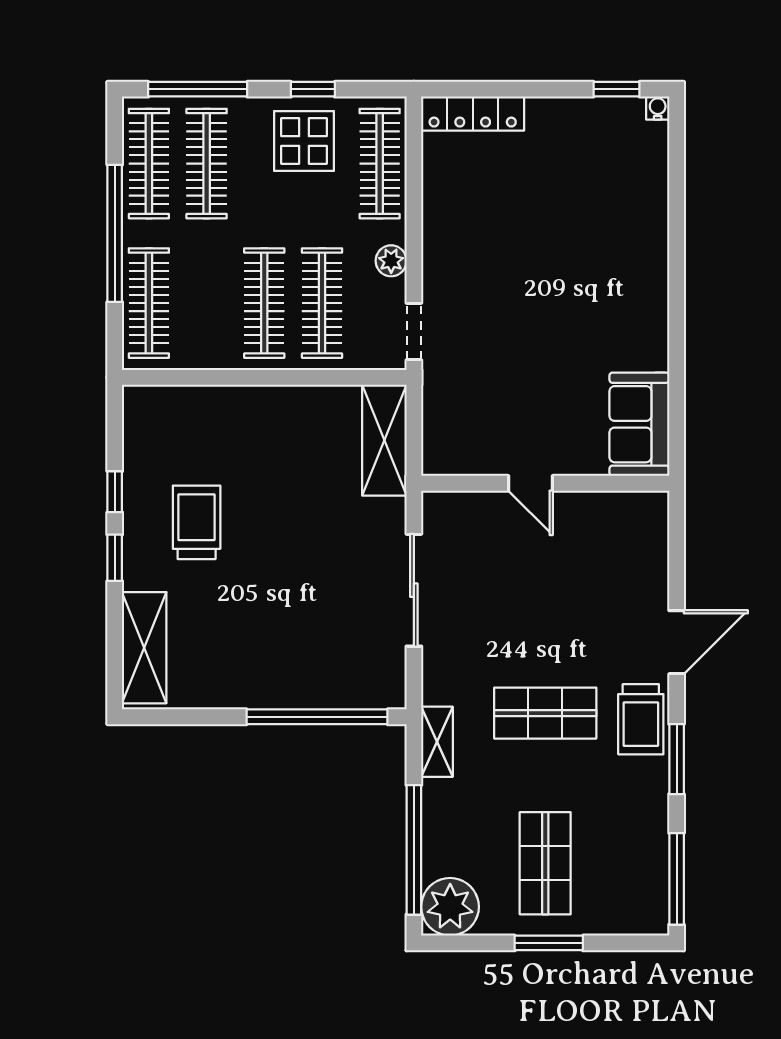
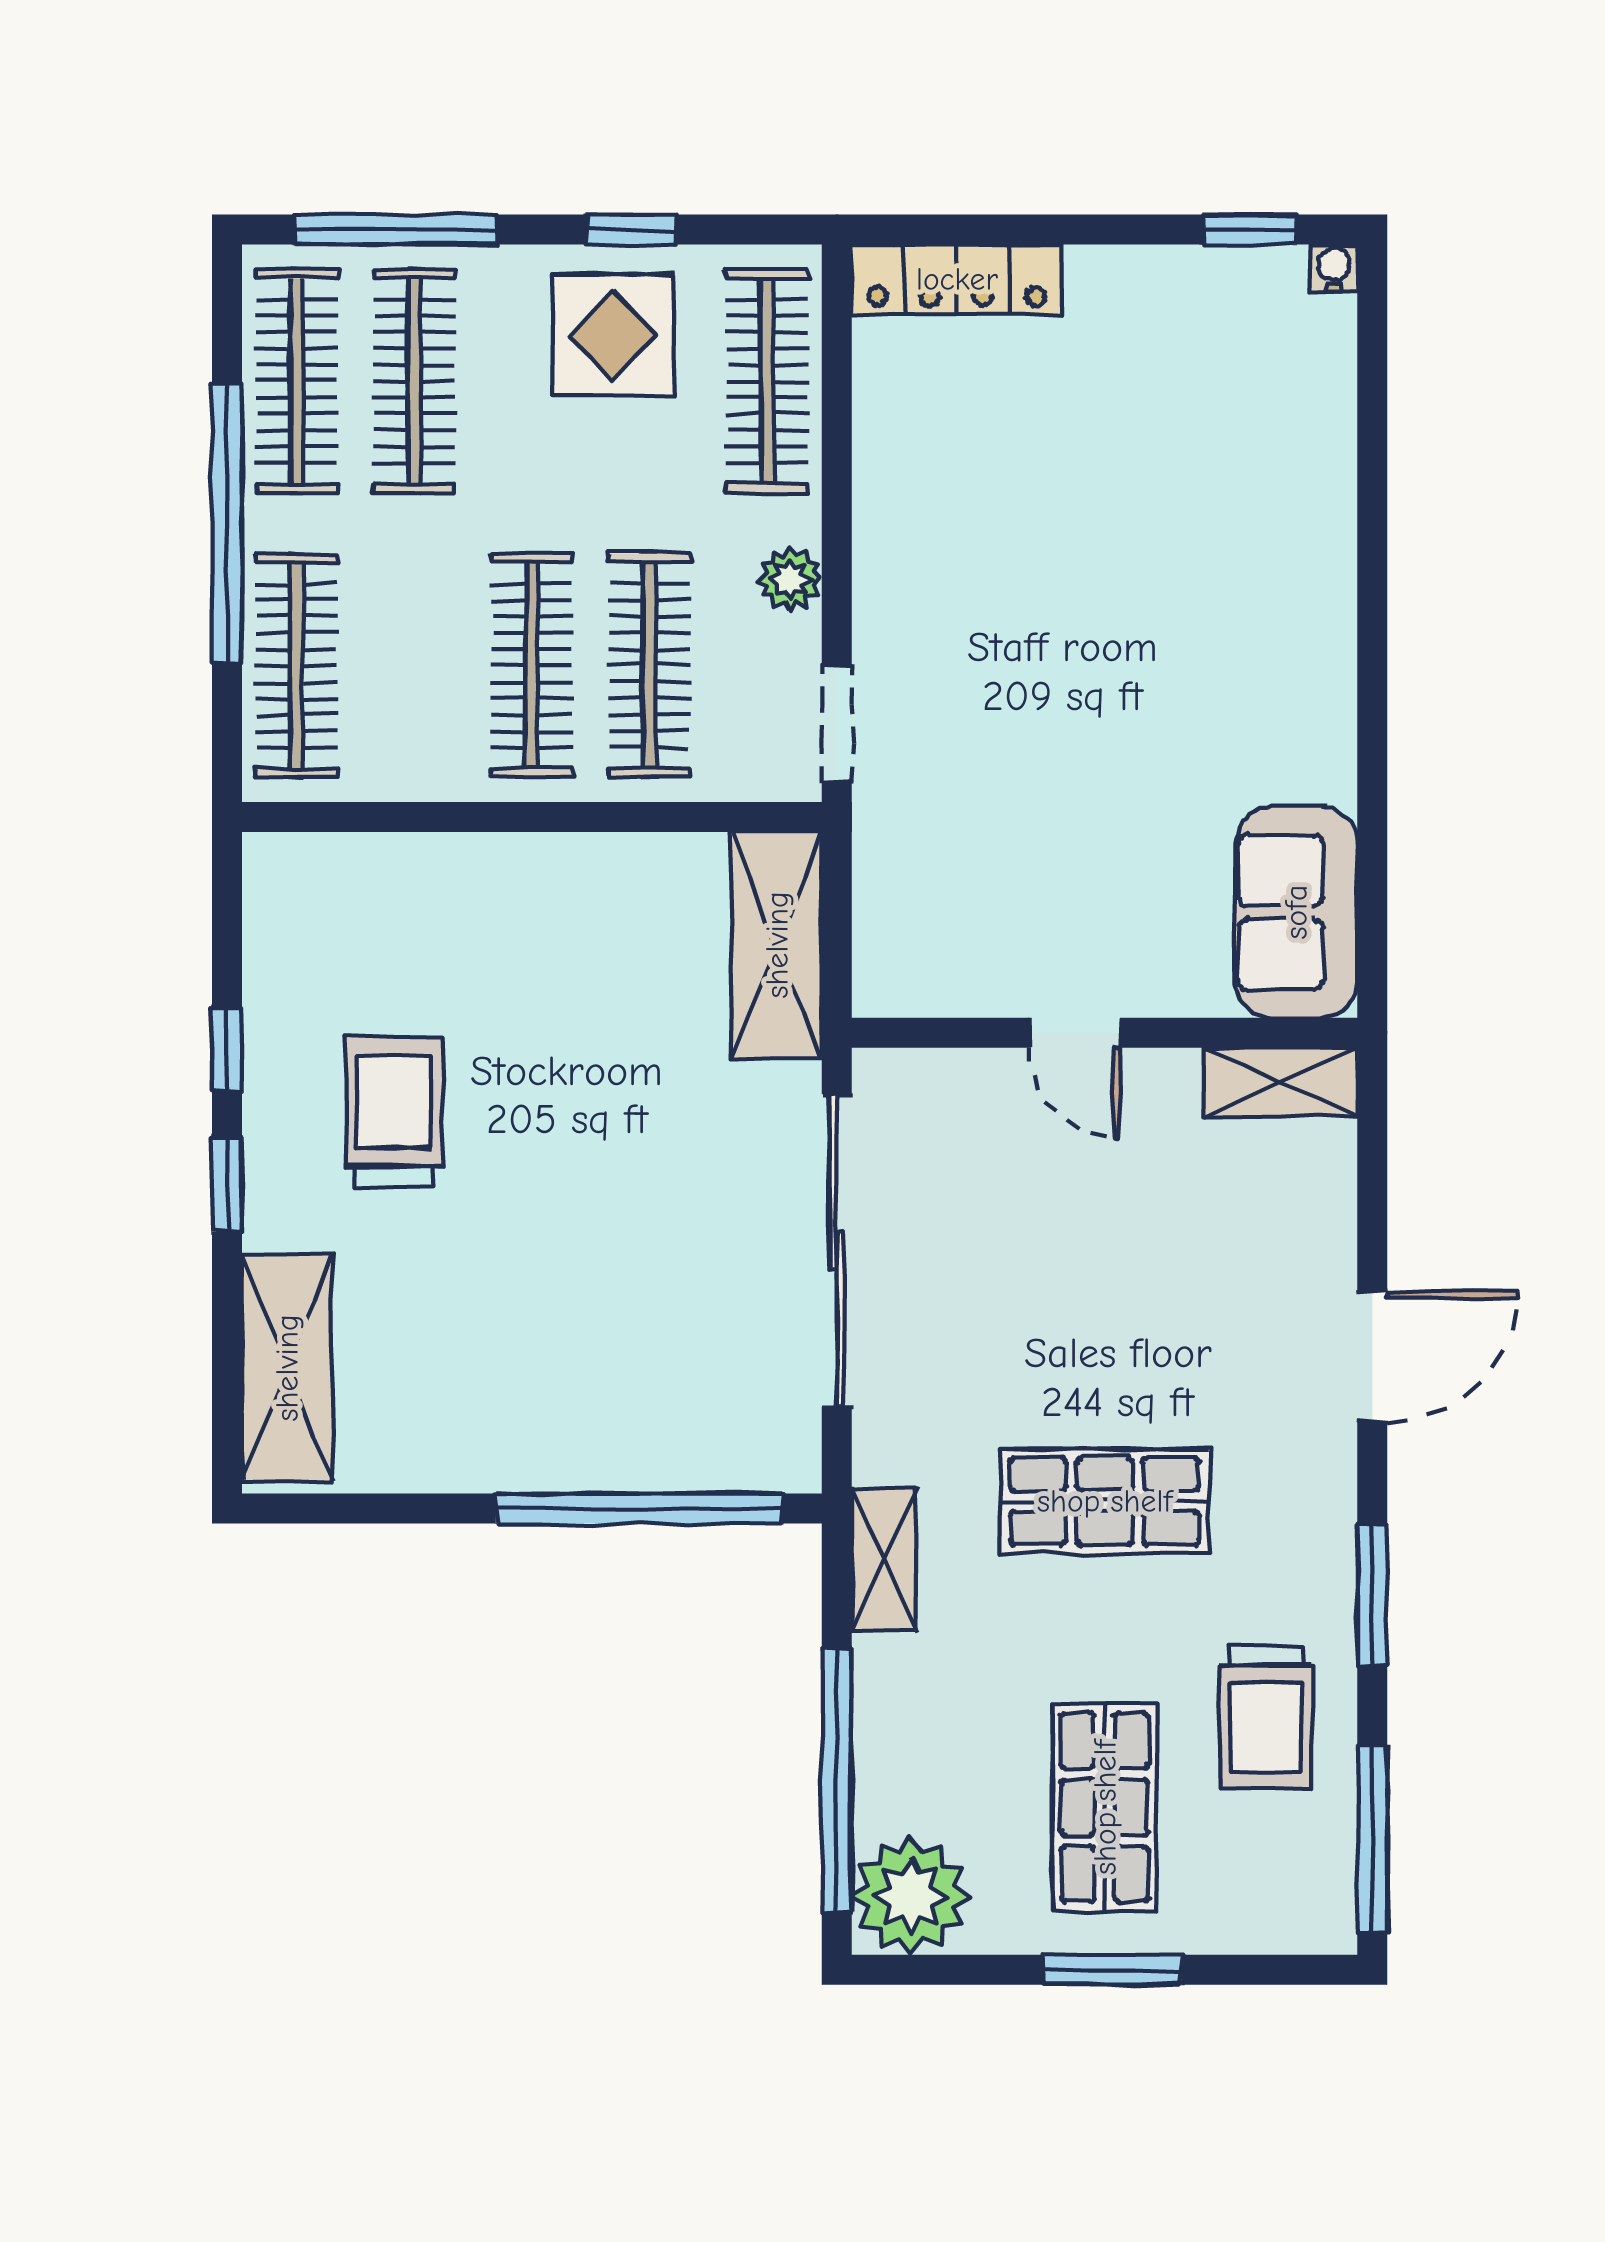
shelving: (632, 507) -> (1281, 1082), added
sliding door: (414, 590) -> (837, 1251), width x1.36
trolley: (641, 719) -> (1266, 1717), moved

